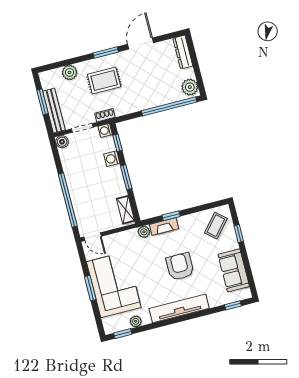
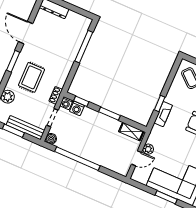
plant: (190, 87) -> (82, 22), removed
window: (169, 106) -> (84, 47), width x0.68
washing machine: (112, 159) -> (77, 108), moved
window: (68, 200) -> (77, 159), moved
plant: (144, 232) -> (148, 149), moved
door: (93, 237) -> (136, 158), moved

